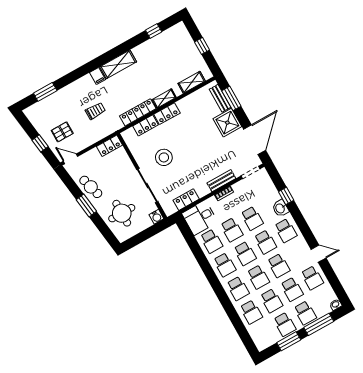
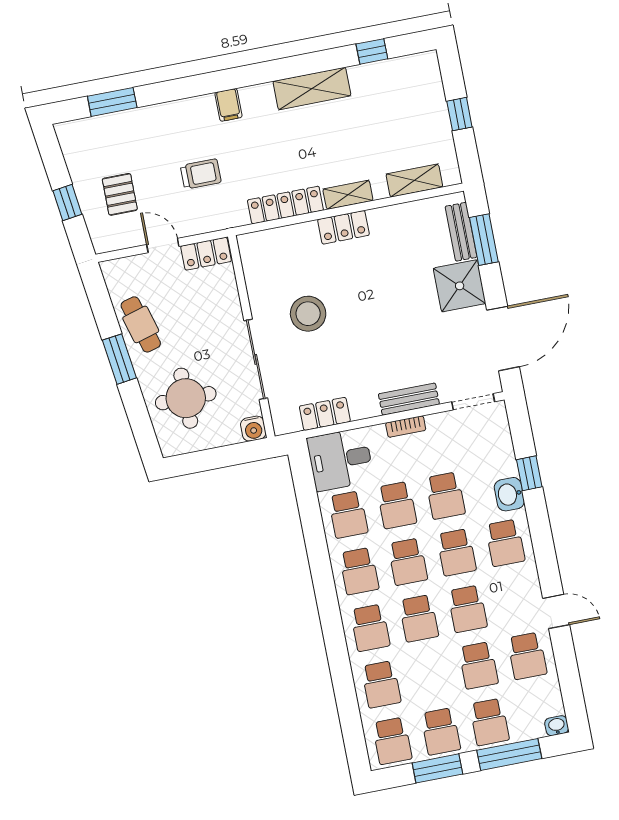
shelving: (118, 64) -> (312, 88), moved
locker: (146, 125) -> (292, 237), removed
pallet: (62, 132) -> (120, 194), turned 90
door: (70, 159) -> (163, 245), moved
school desk: (271, 301) -> (392, 741), moved

